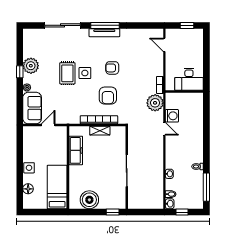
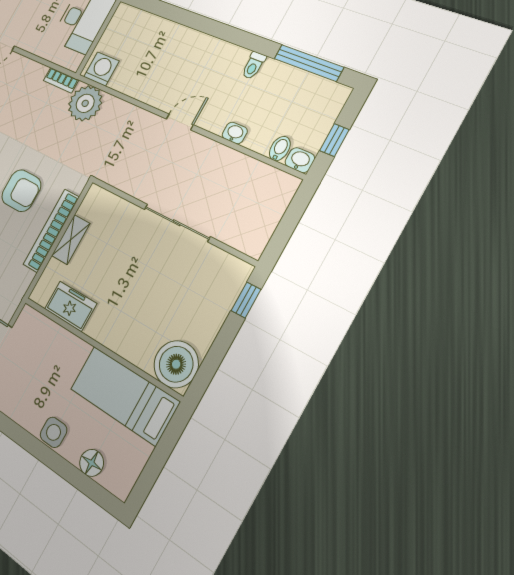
washing machine: (172, 116) -> (101, 69), moved
door: (164, 129) -> (180, 122), moved
freezer: (76, 150) -> (71, 306), width x0.71
boiler: (89, 200) -> (176, 364), moved

